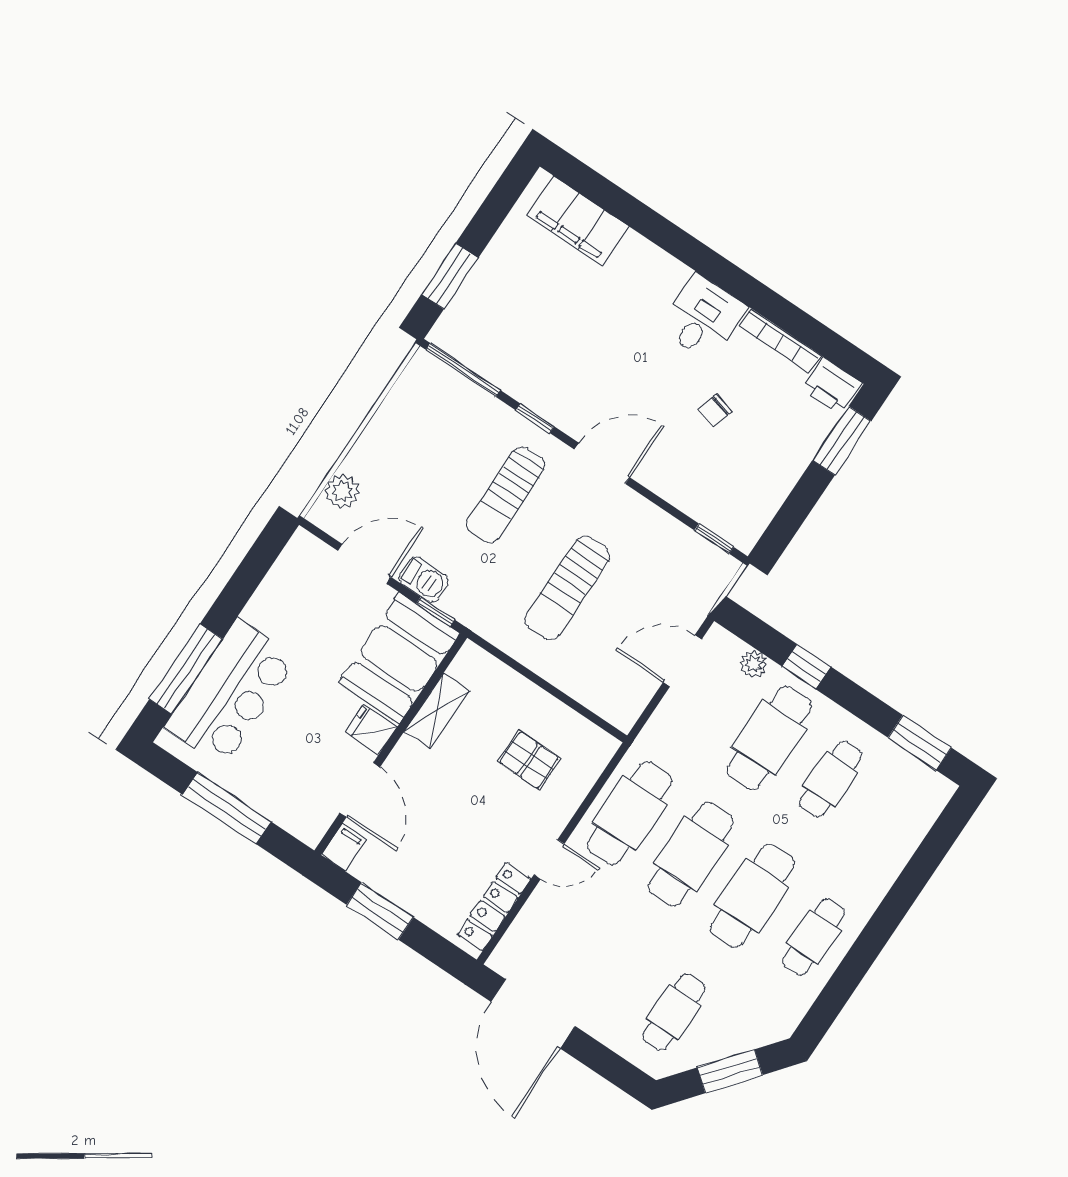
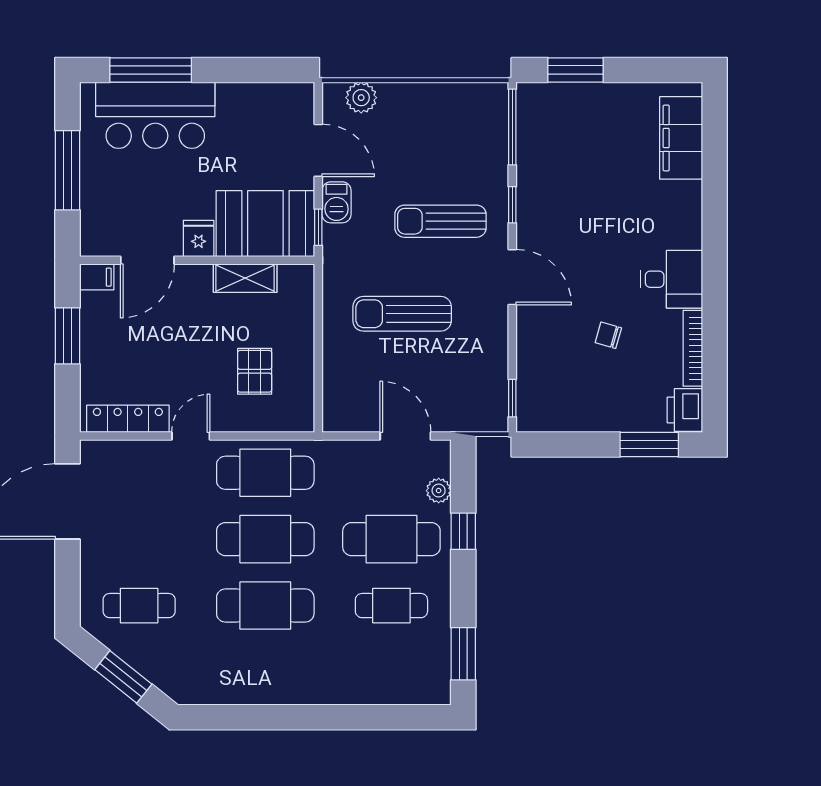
door: (549, 859) -> (191, 436), swing flipped
cafe table: (814, 937) -> (265, 672), removed

